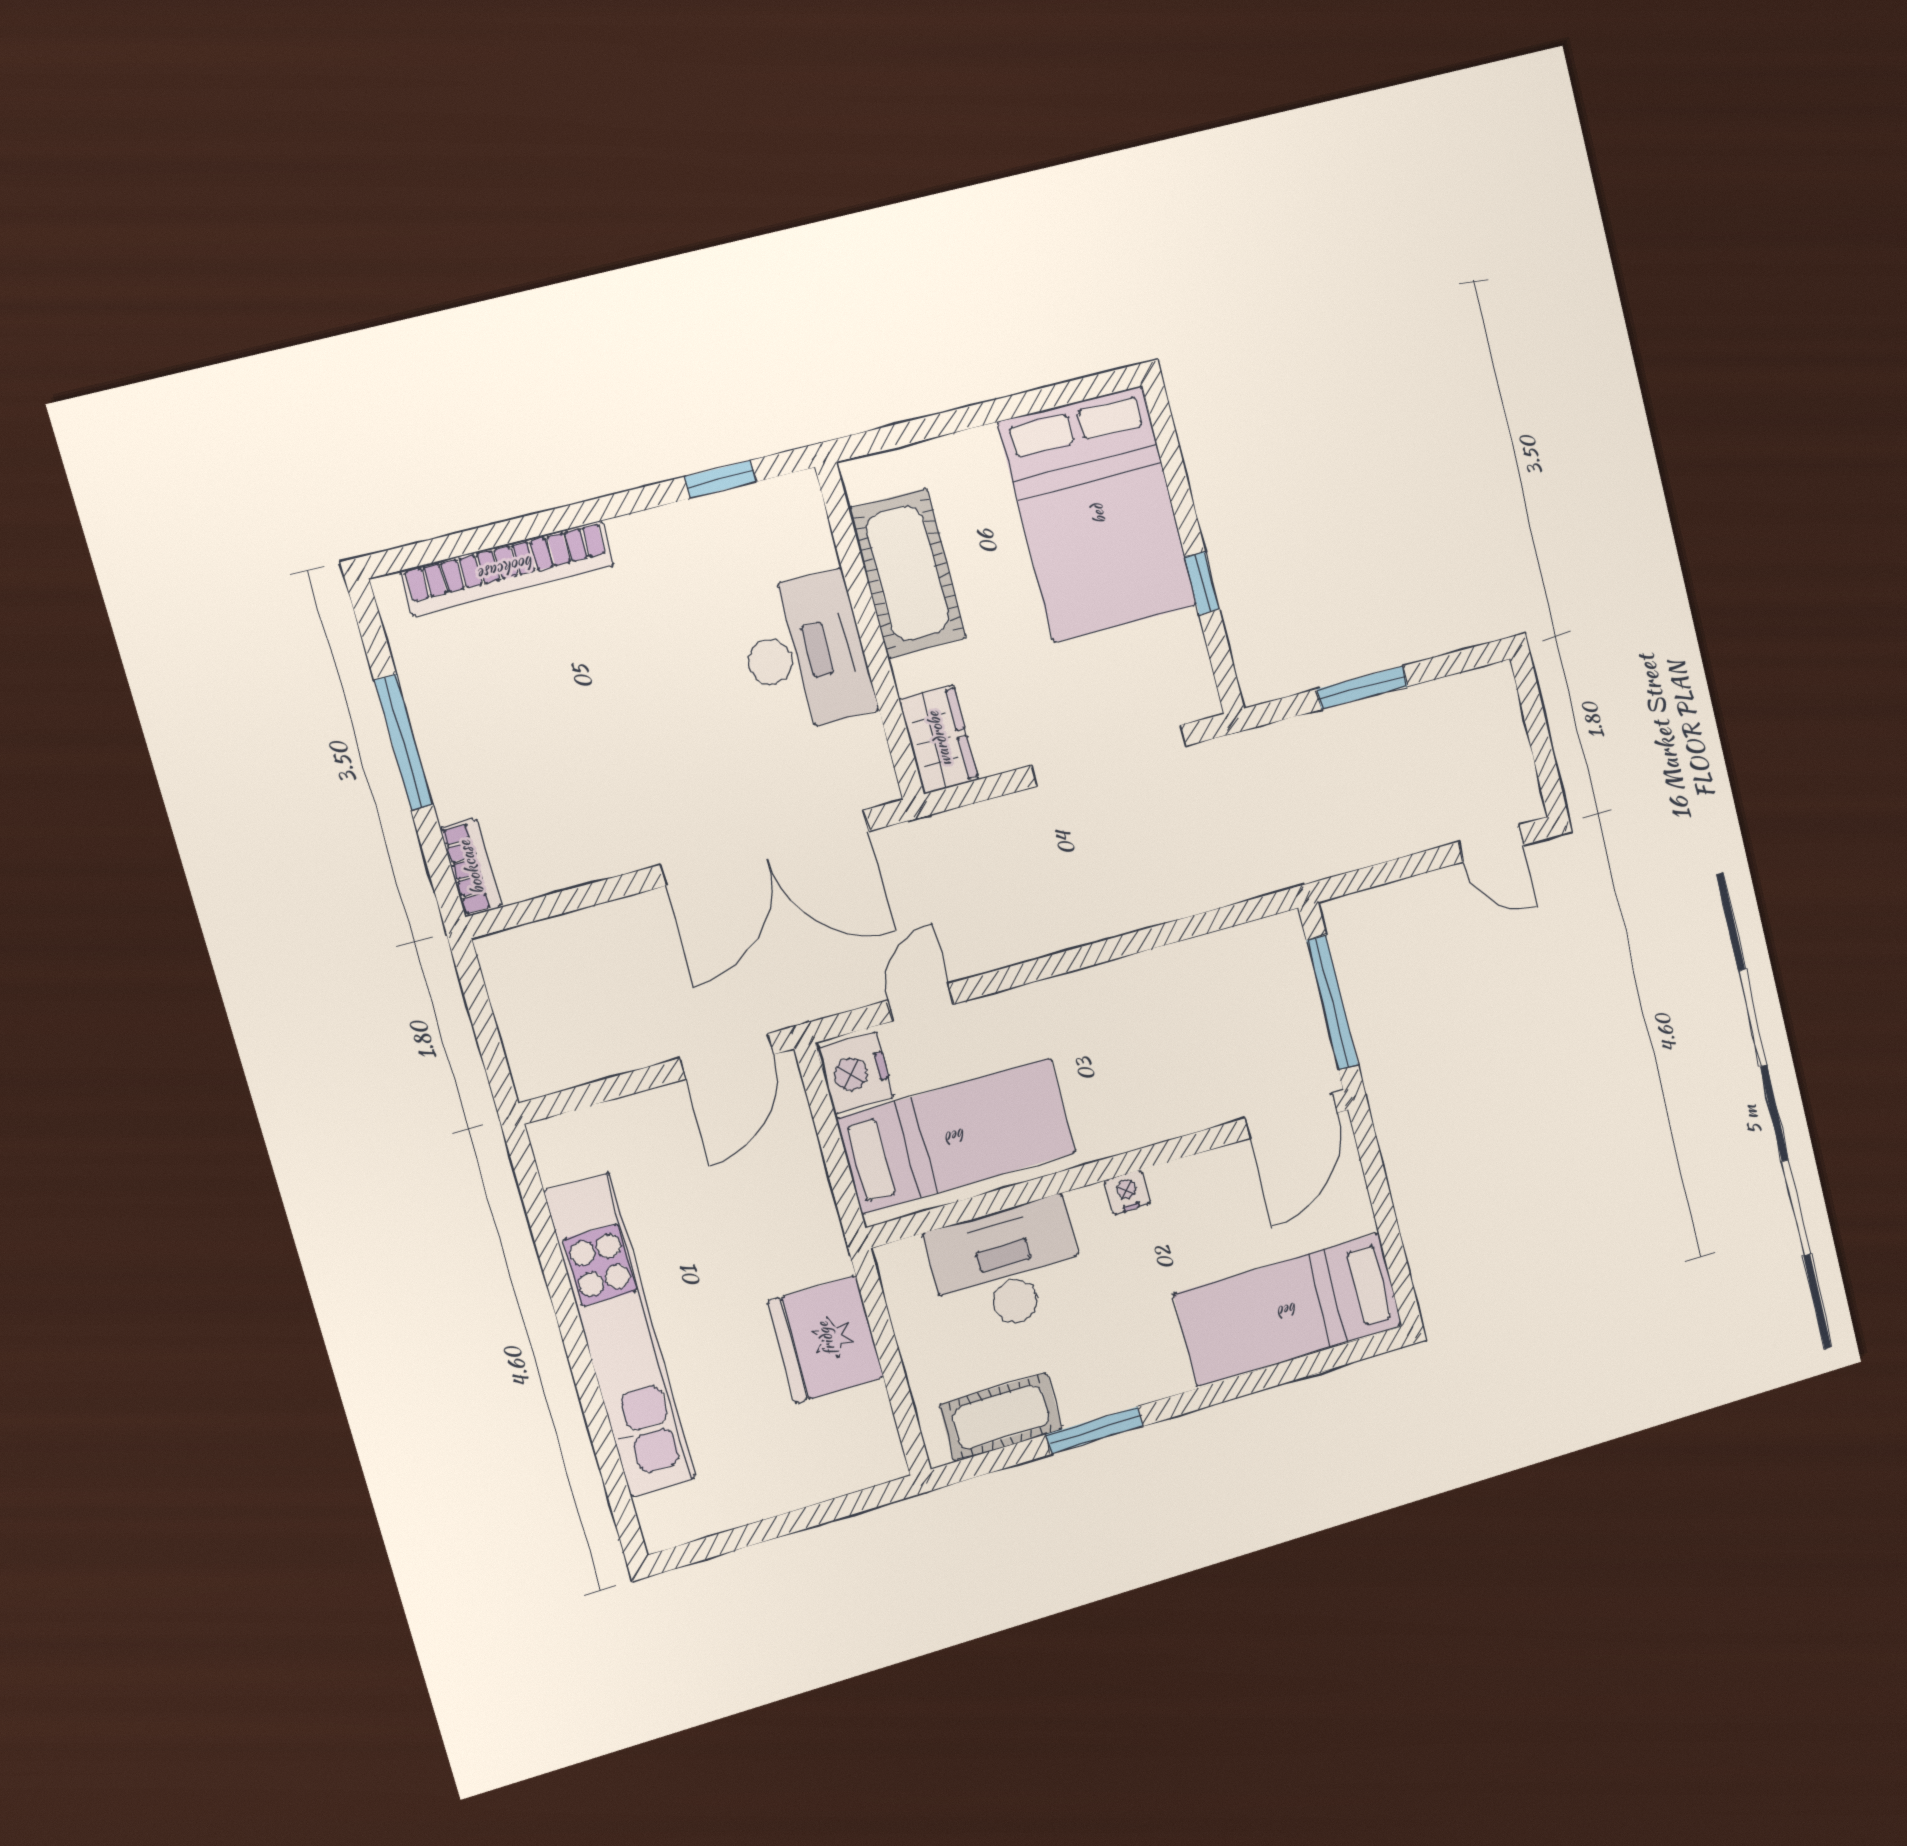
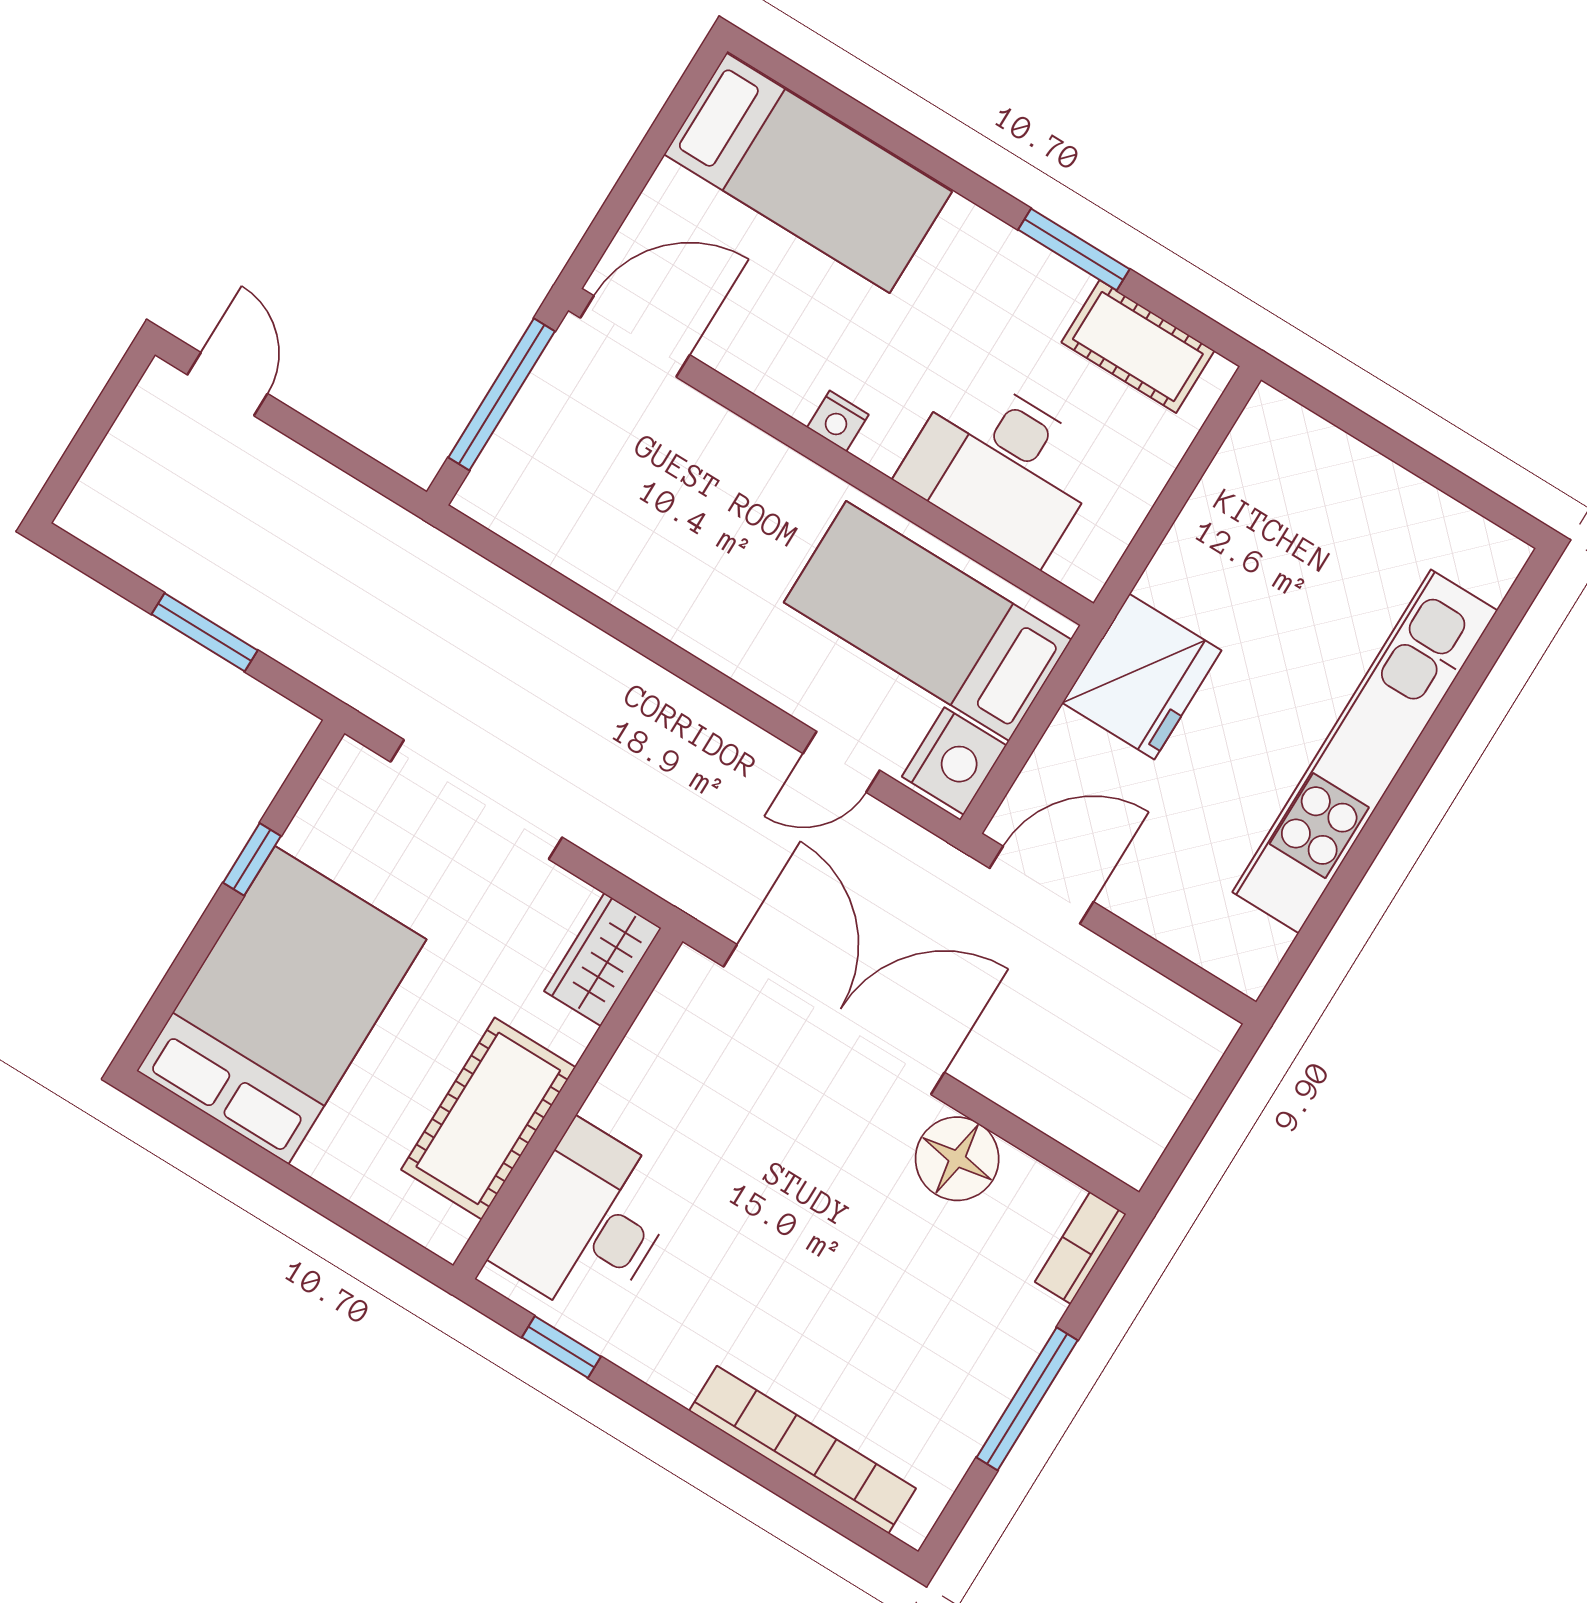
desk: (805, 653) -> (588, 1222), moved
floor lamp: (603, 843) -> (957, 1159), added
fridge: (826, 1339) -> (1142, 677), moved

